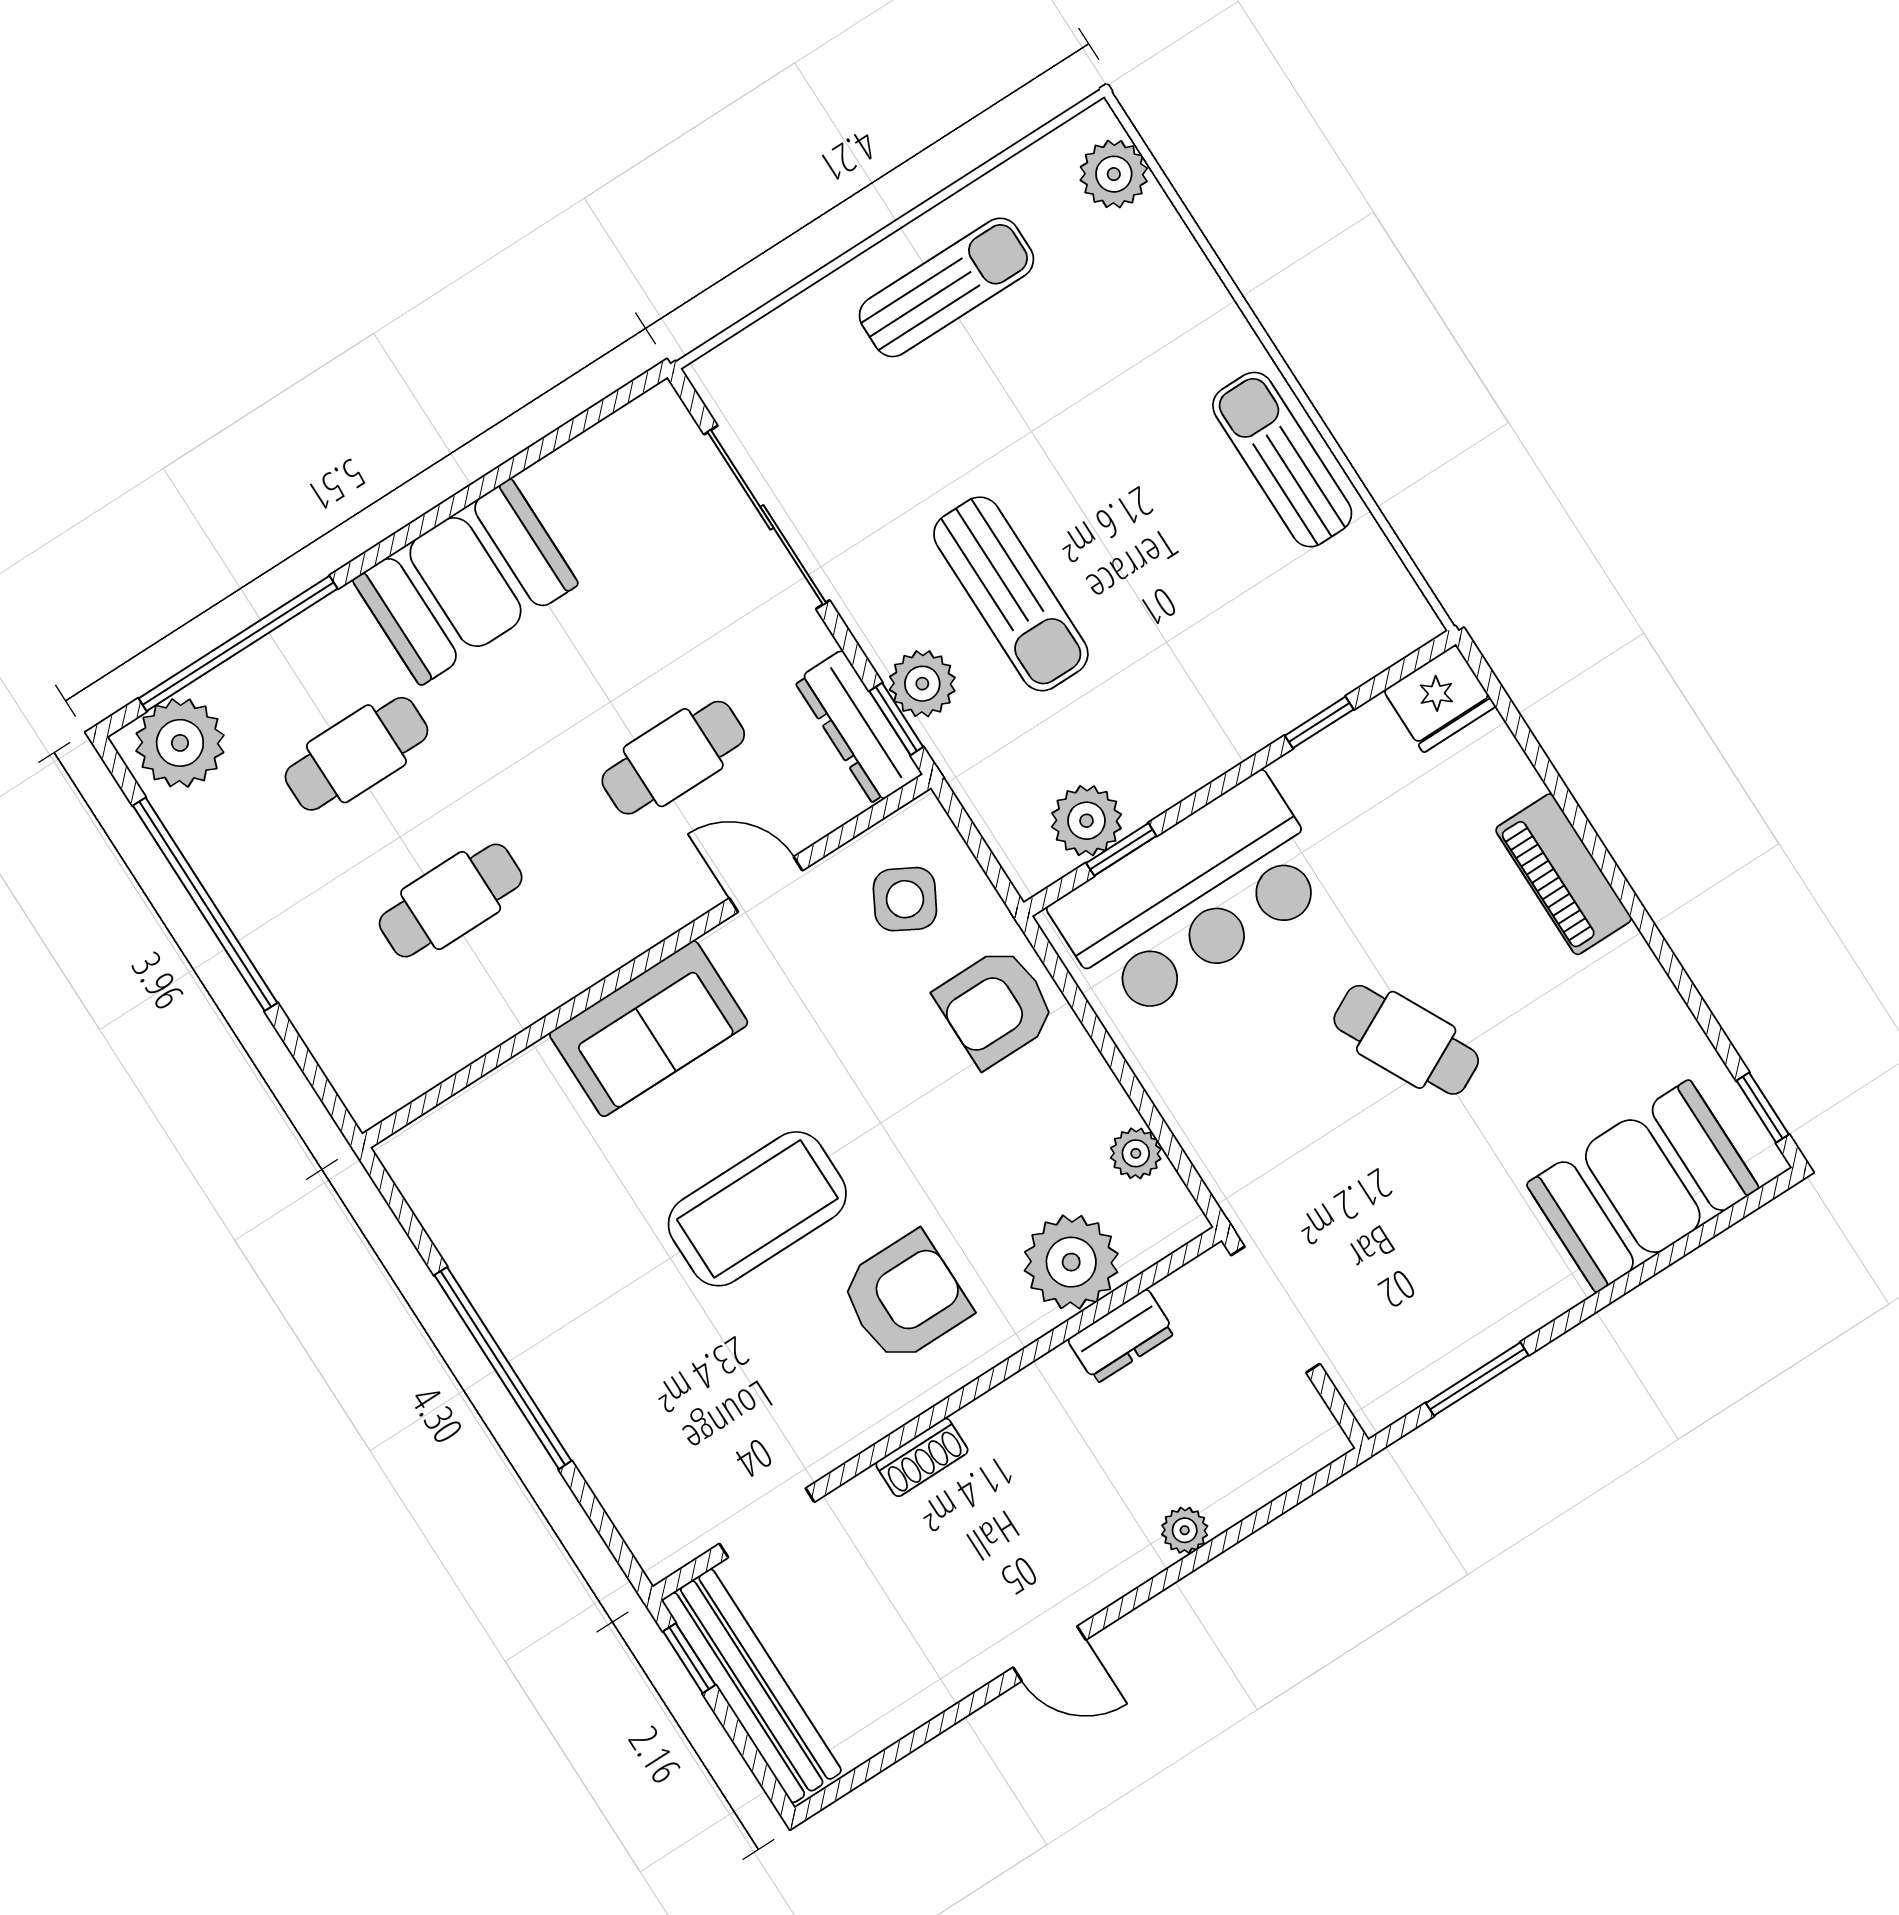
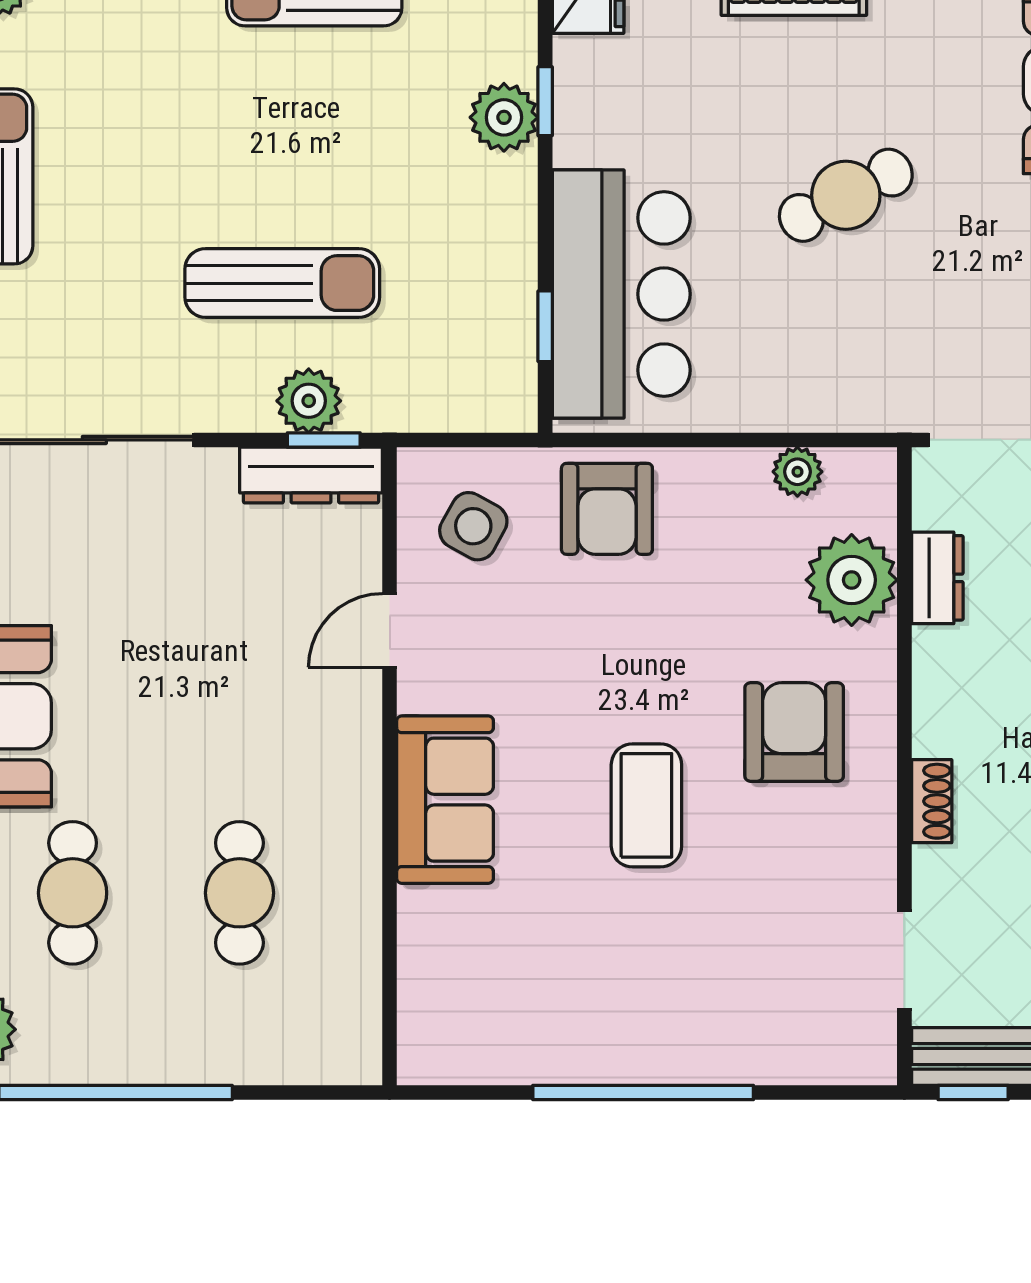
cafe table: (673, 758) -> (239, 640), removed
plant: (1087, 821) -> (504, 117), moved
coffee table: (757, 1209) -> (646, 805), width x0.73, depth x0.76

